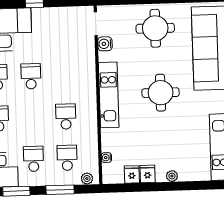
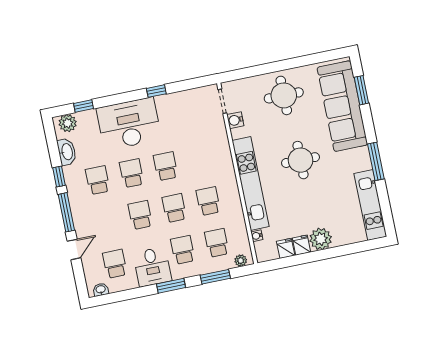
kitchen unit: (109, 95) -> (251, 184), width x1.36
school desk: (32, 118) -> (174, 208), added
plant: (172, 176) -> (321, 239), width x1.88, depth x1.88

